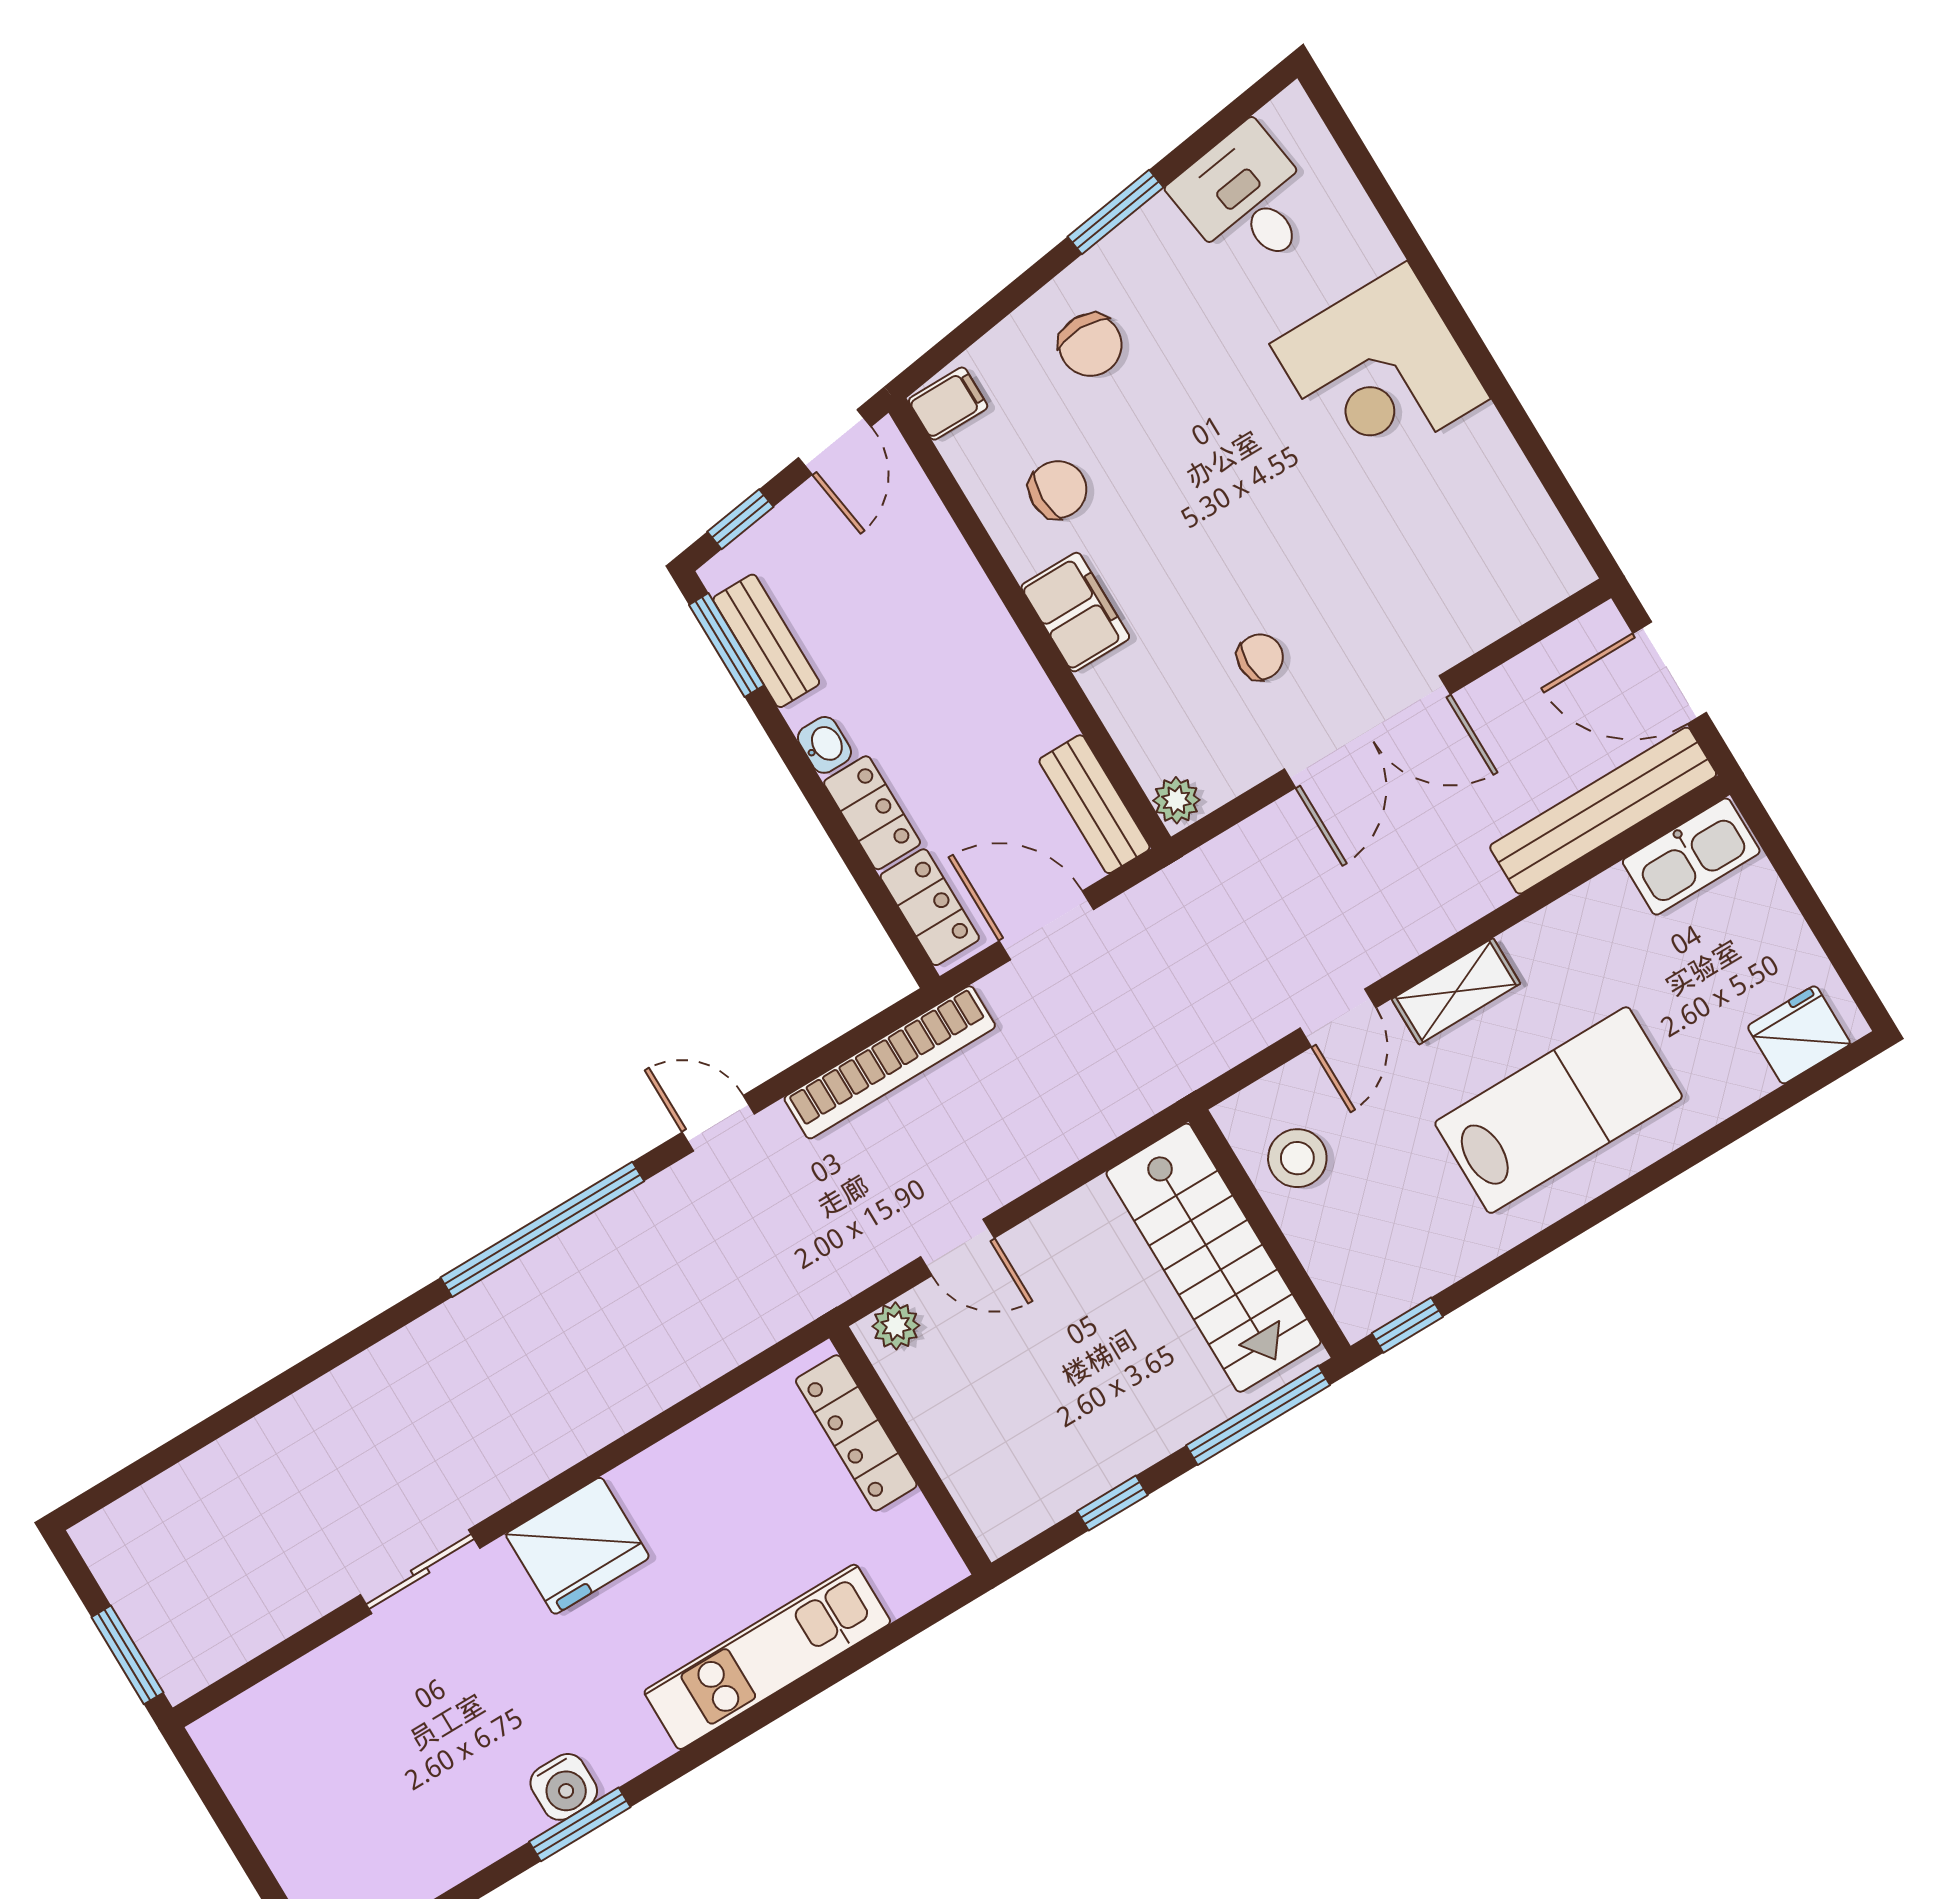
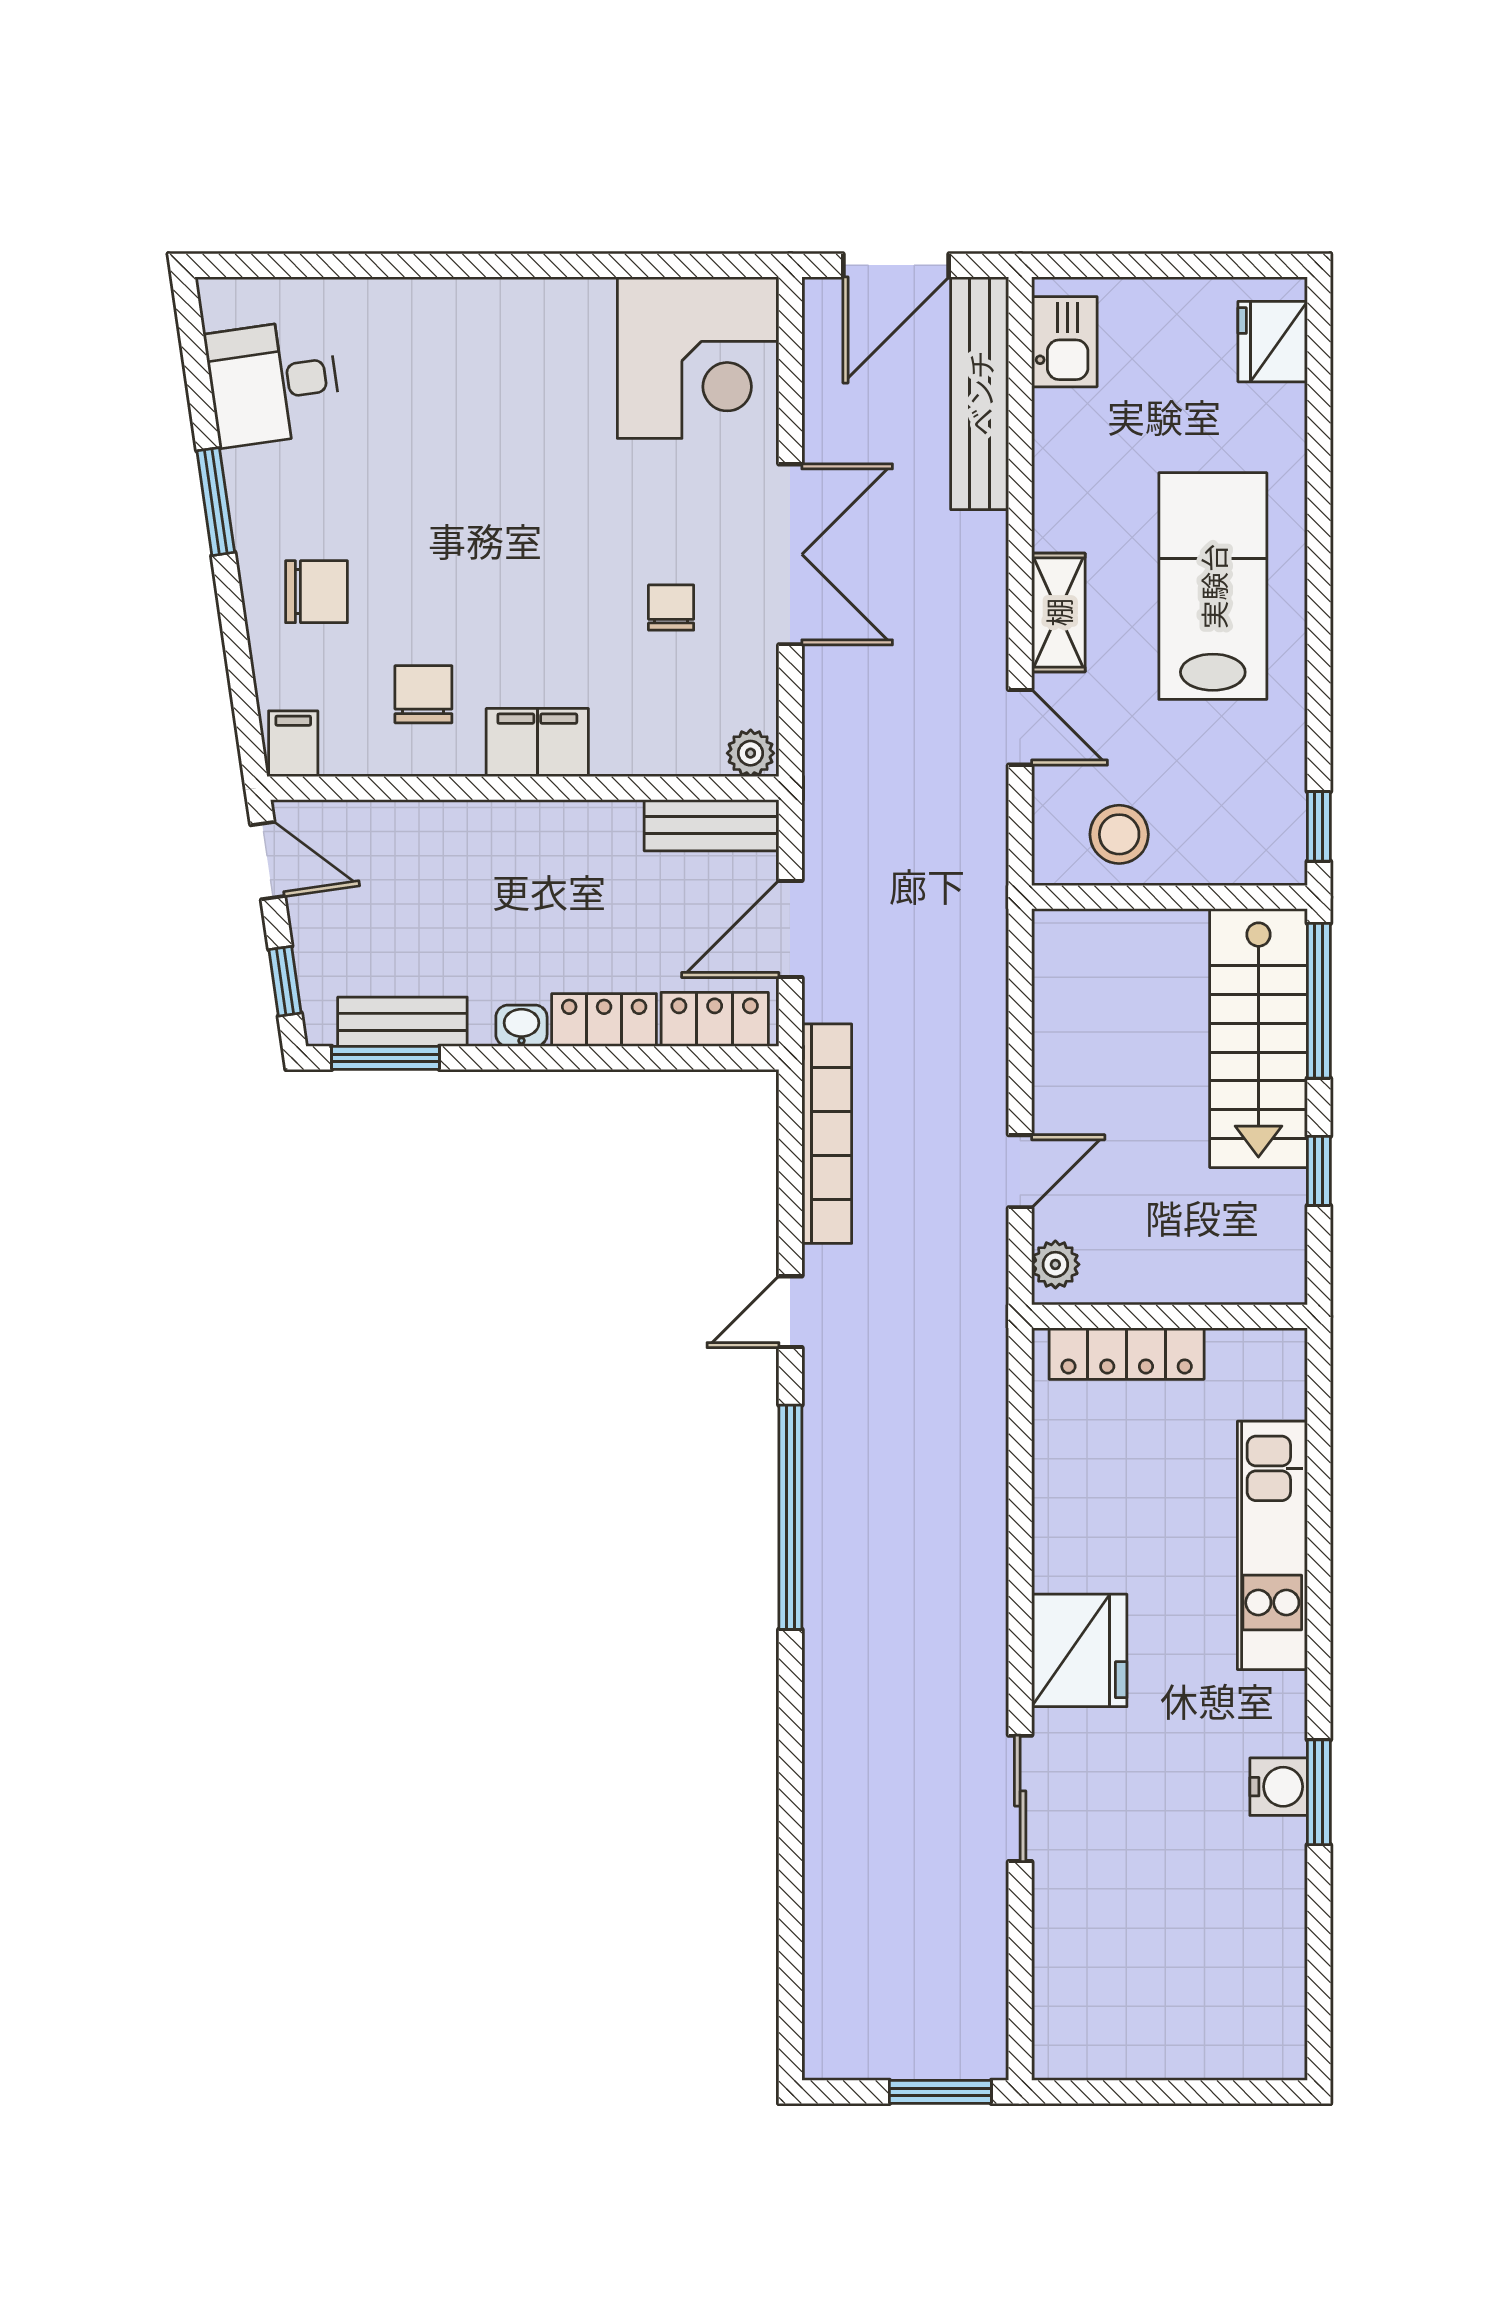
corner desk: (1380, 371) -> (698, 358), moved
kitchen sink: (1691, 857) -> (1064, 342), width x0.73
stairs: (1214, 1258) -> (1258, 1038), moved, turned 90

